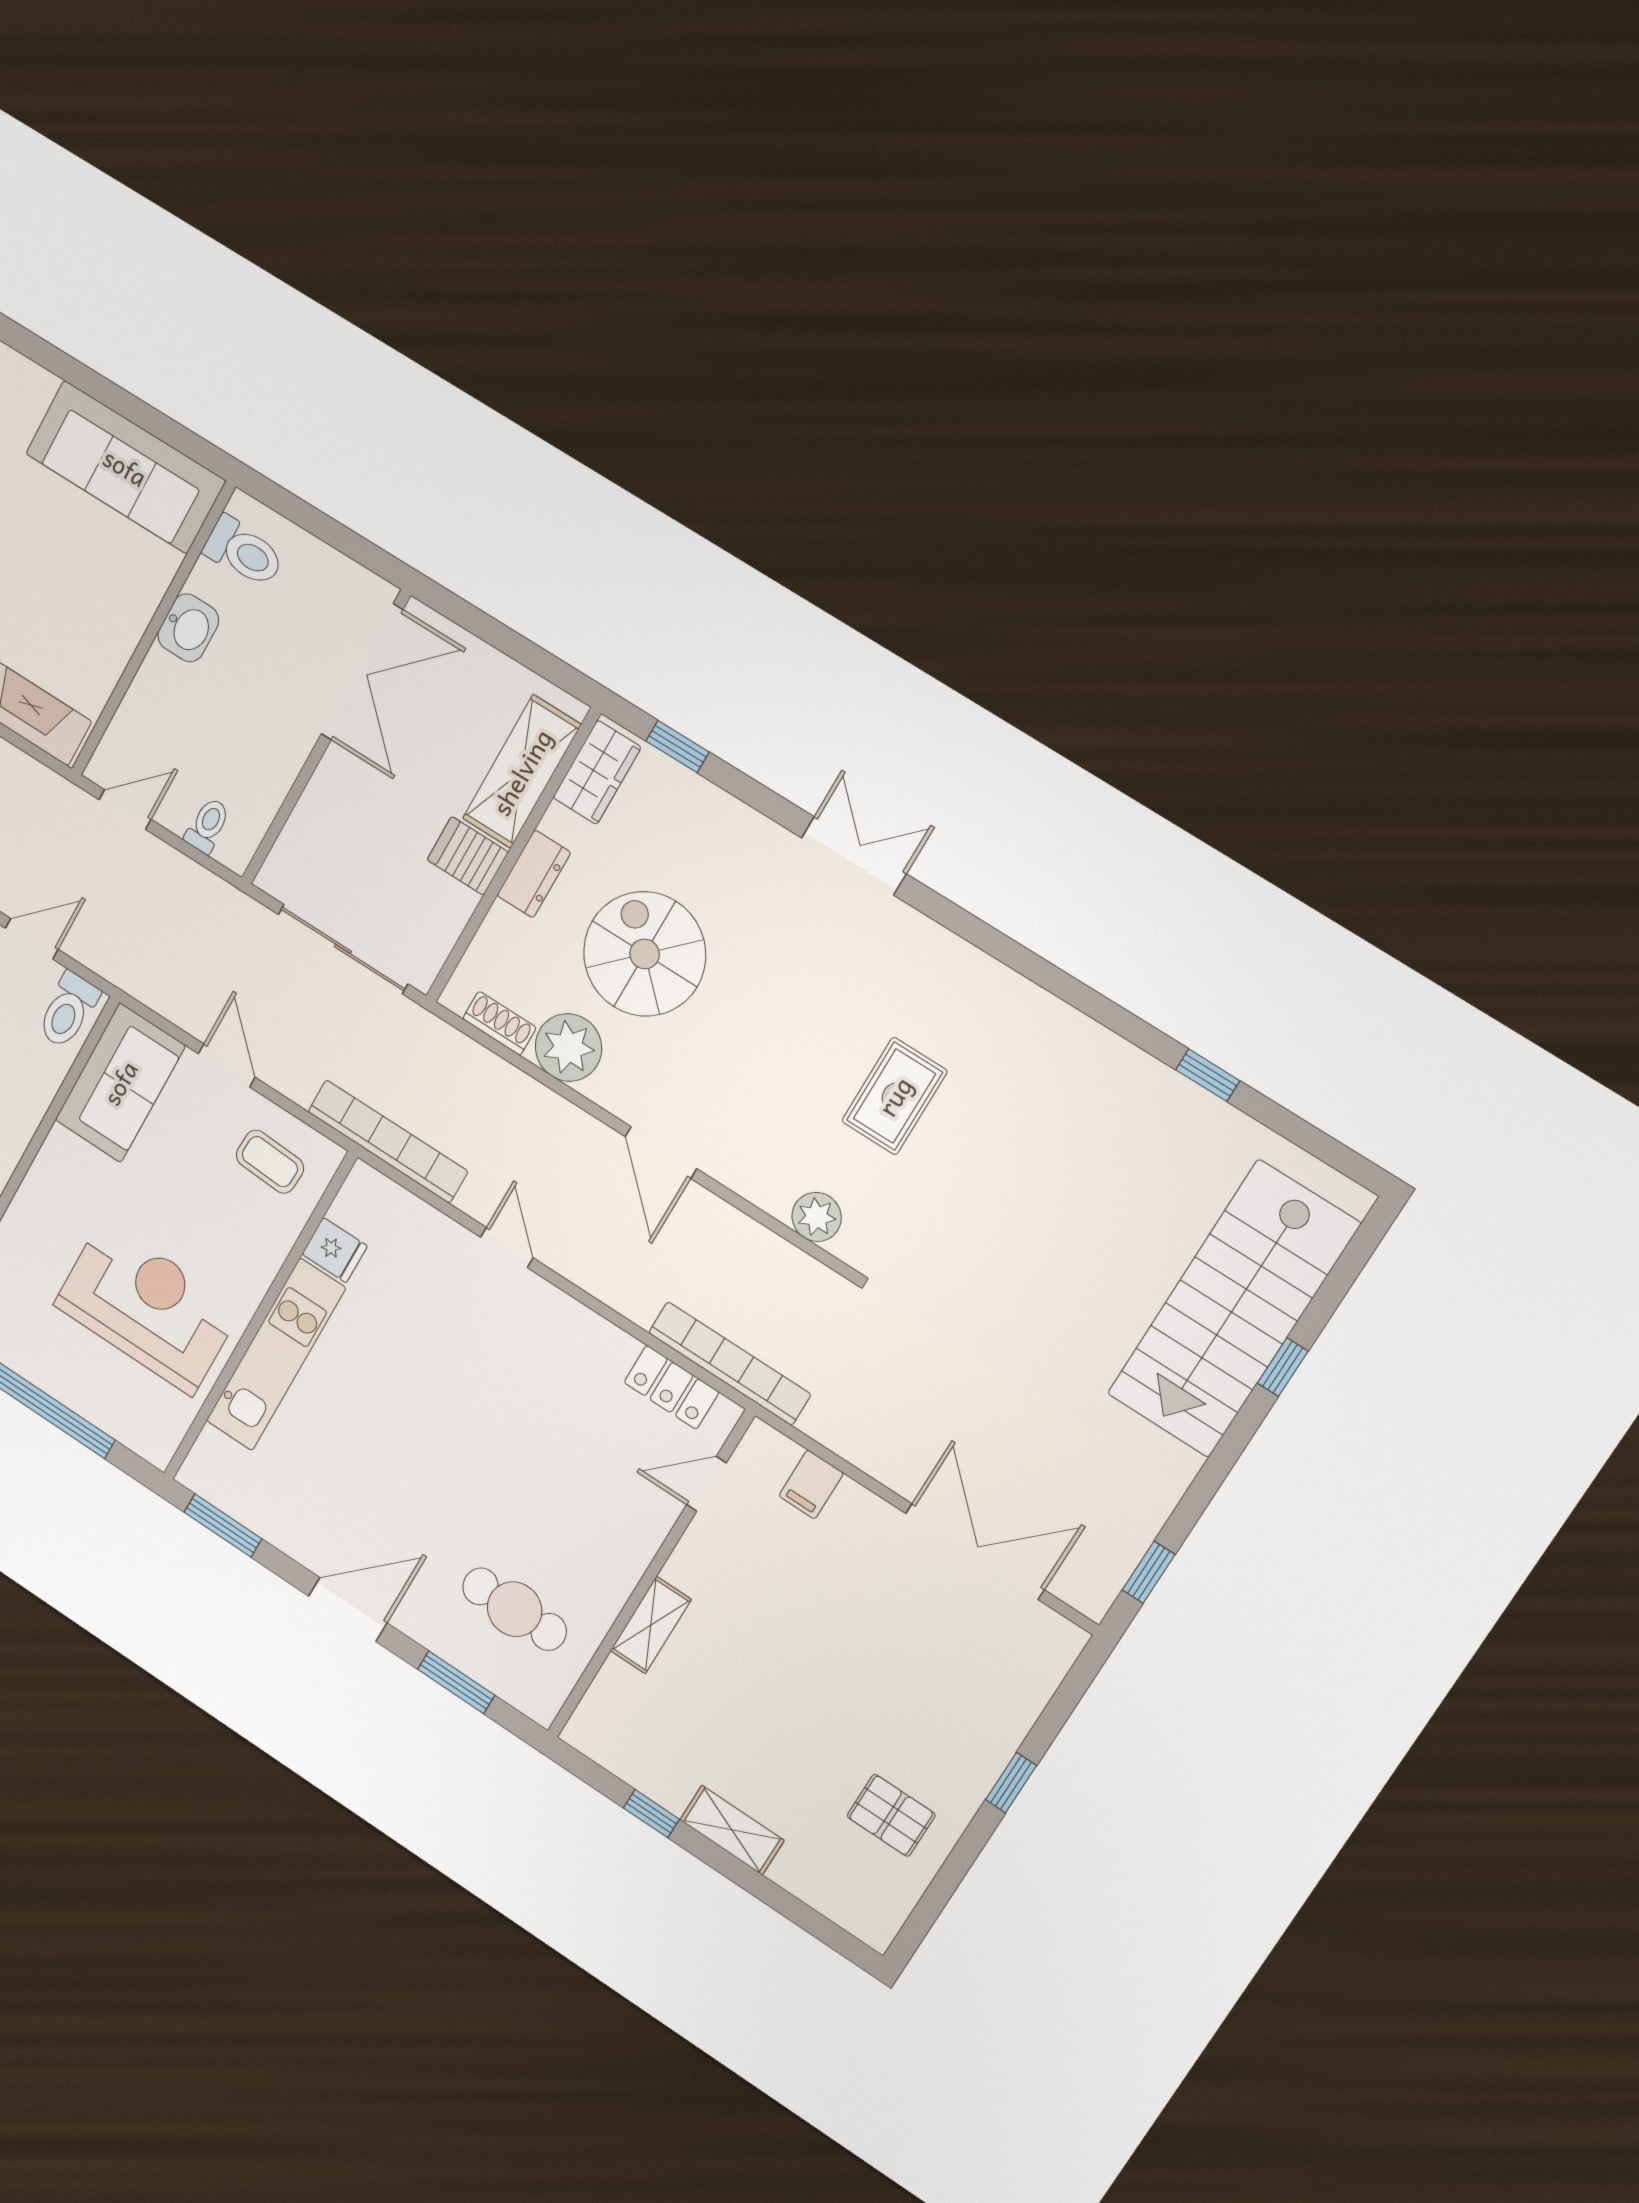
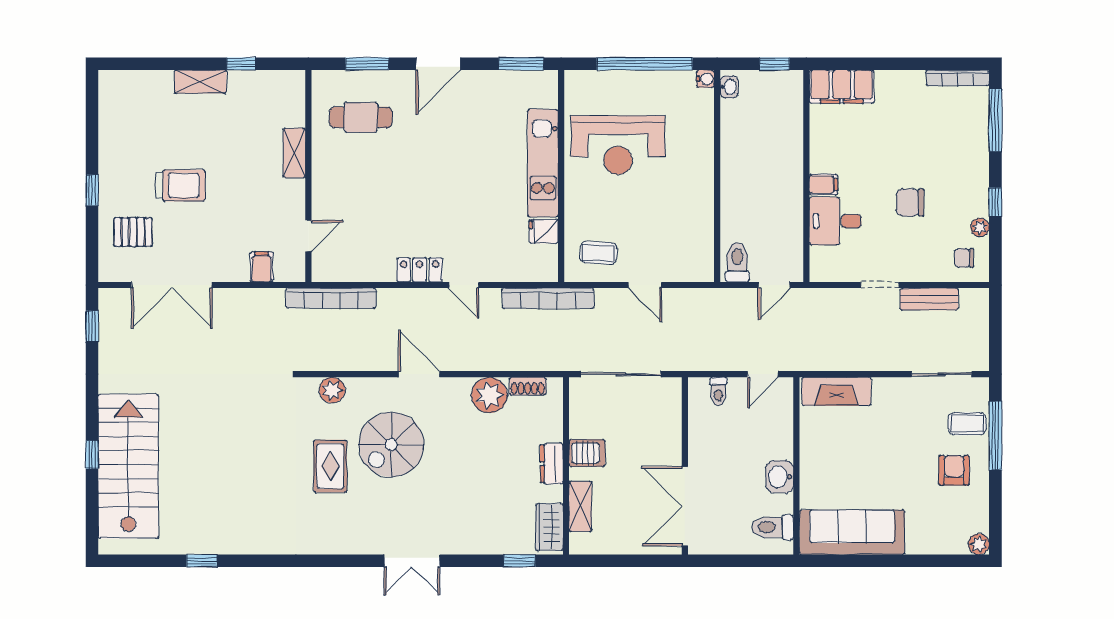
shelving: (522, 772) -> (580, 506), width x0.67, depth x0.75
spiral stairs: (645, 954) -> (391, 445), moved, turned 90
sofa: (120, 1083) -> (692, 244), removed
locker: (671, 1387) -> (420, 270), moved
trolley: (863, 1695) -> (180, 185), added
pallet: (891, 1815) -> (133, 232), moved

